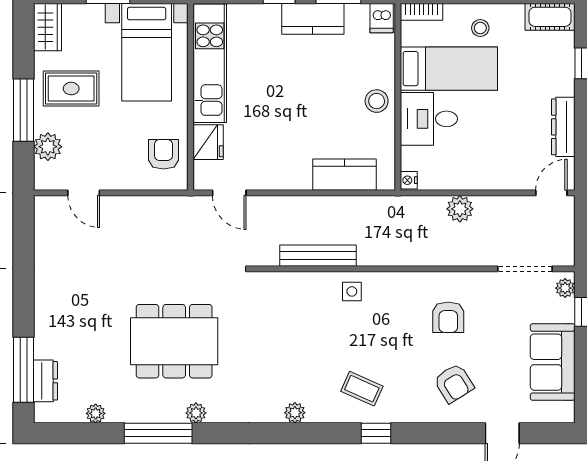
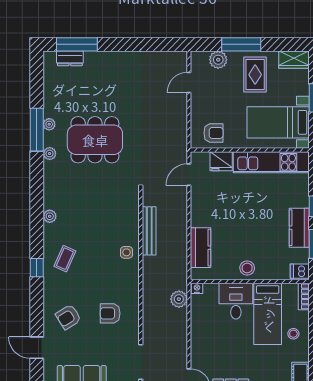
plant: (460, 209) -> (179, 299), moved
dining table: (174, 341) -> (95, 140), turned 90
plant: (96, 413) -> (49, 124), moved

